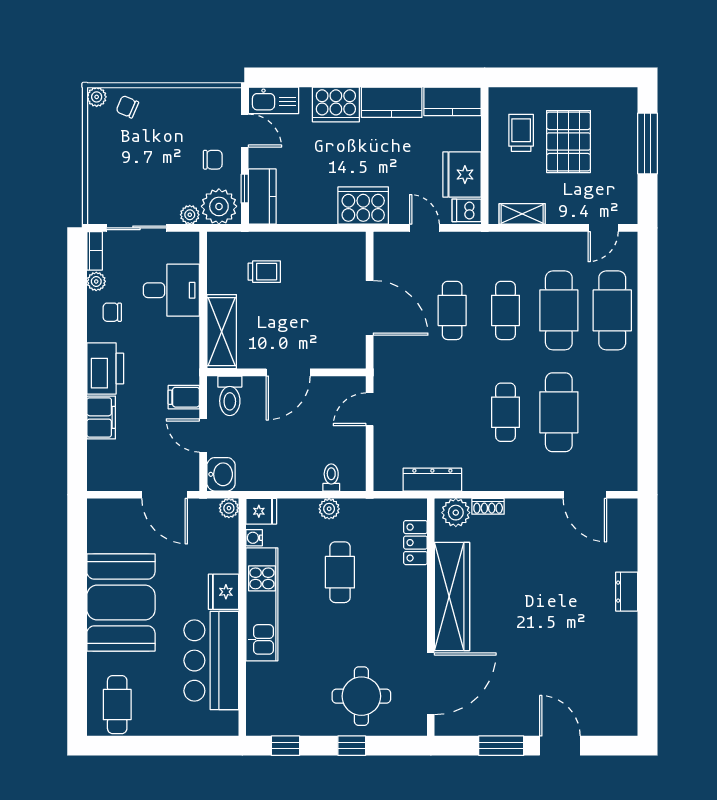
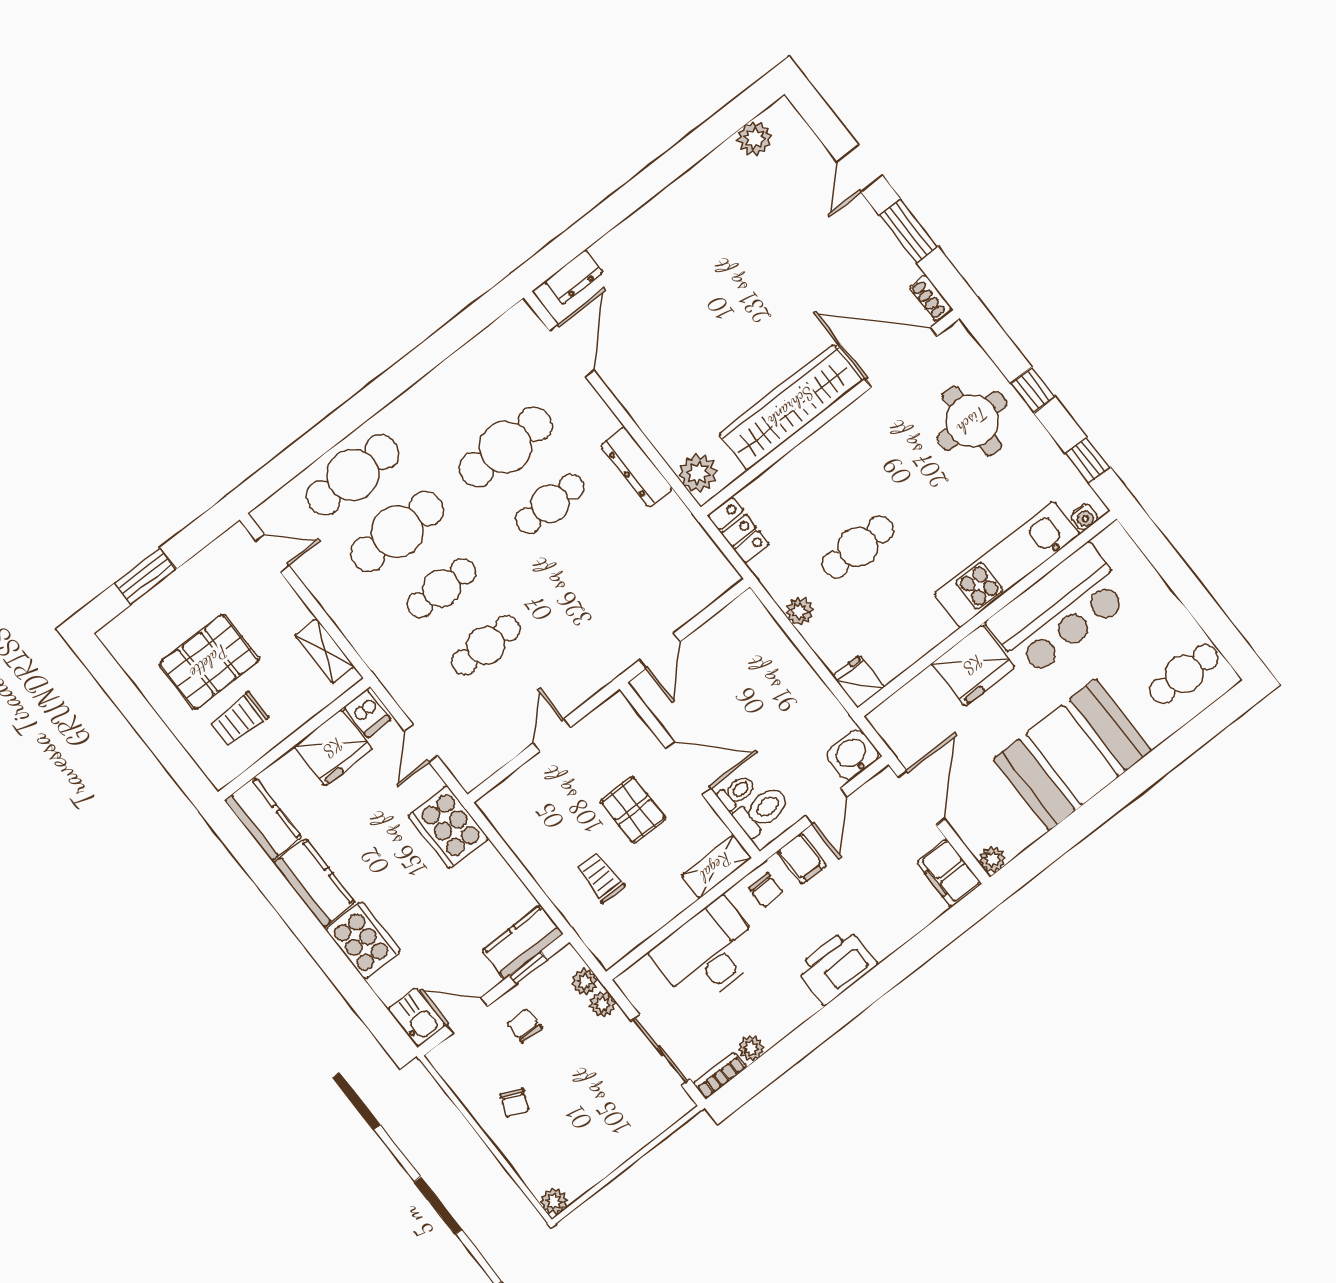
kitchen sink: (274, 100) -> (416, 1017), width x0.73
chair: (127, 107) -> (515, 1103), moved
door: (245, 131) -> (467, 1016), hinge flipped
window: (647, 143) -> (145, 576), width x0.69
plant: (219, 206) -> (585, 982), width x0.53, depth x0.53
desk: (171, 290) -> (708, 953), width x1.37
door: (370, 308) -> (552, 735), width x0.53
chair: (112, 312) -> (766, 890), moved
pallet: (289, 321) -> (633, 810), added
shelving: (222, 332) -> (716, 867), width x0.67, depth x0.75
door: (370, 409) -> (660, 651), hinge flipped
filing cabinet: (101, 417) -> (949, 873), moved, turned -90
toilet: (331, 478) -> (737, 792), moved, turned 180
dresser: (432, 480) -> (637, 467), moved
shoe rack: (488, 506) -> (931, 298), moved, turned 180
plant: (229, 508) -> (992, 859), moved
water cooler: (254, 538) -> (1084, 517), moved
locker: (415, 543) -> (739, 530), moved, turned -90
fridge: (223, 592) -> (973, 665), width x1.36, depth x1.34
dresser: (627, 592) -> (574, 277), moved
kitchen unit: (262, 604) -> (1007, 564), moved
plant: (625, 698) -> (755, 139), added
door: (560, 746) -> (860, 168), width x0.73

